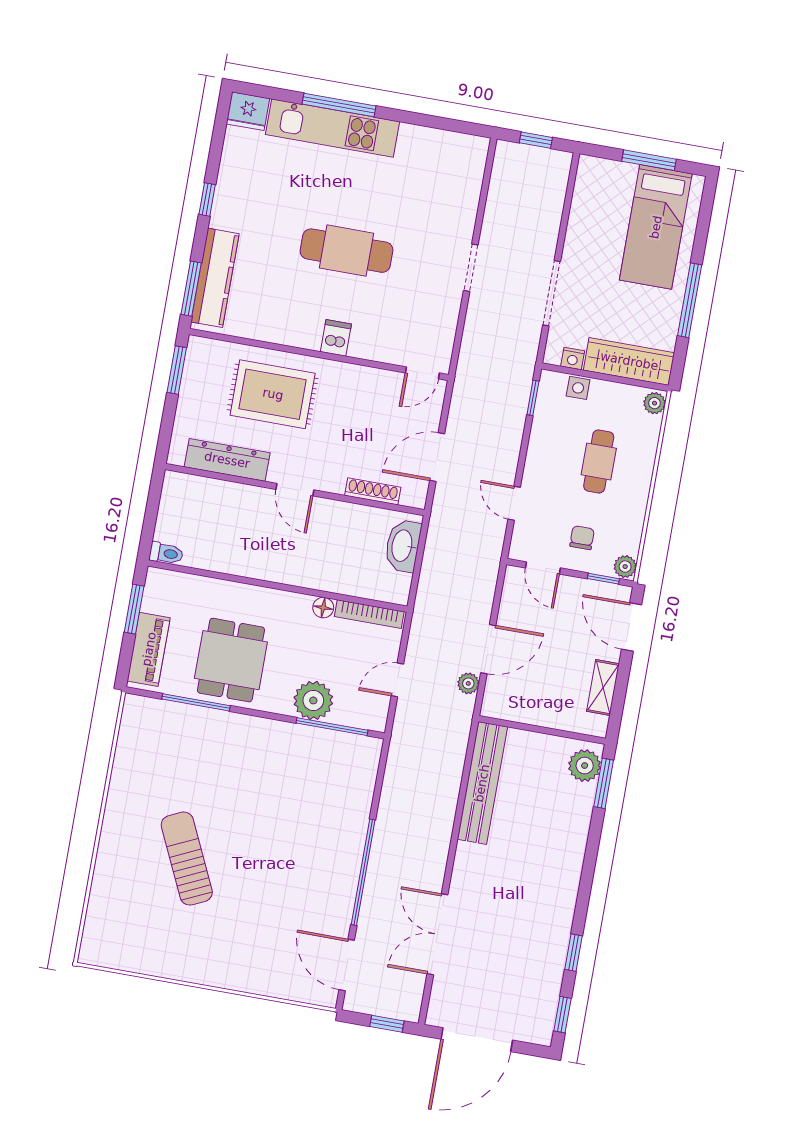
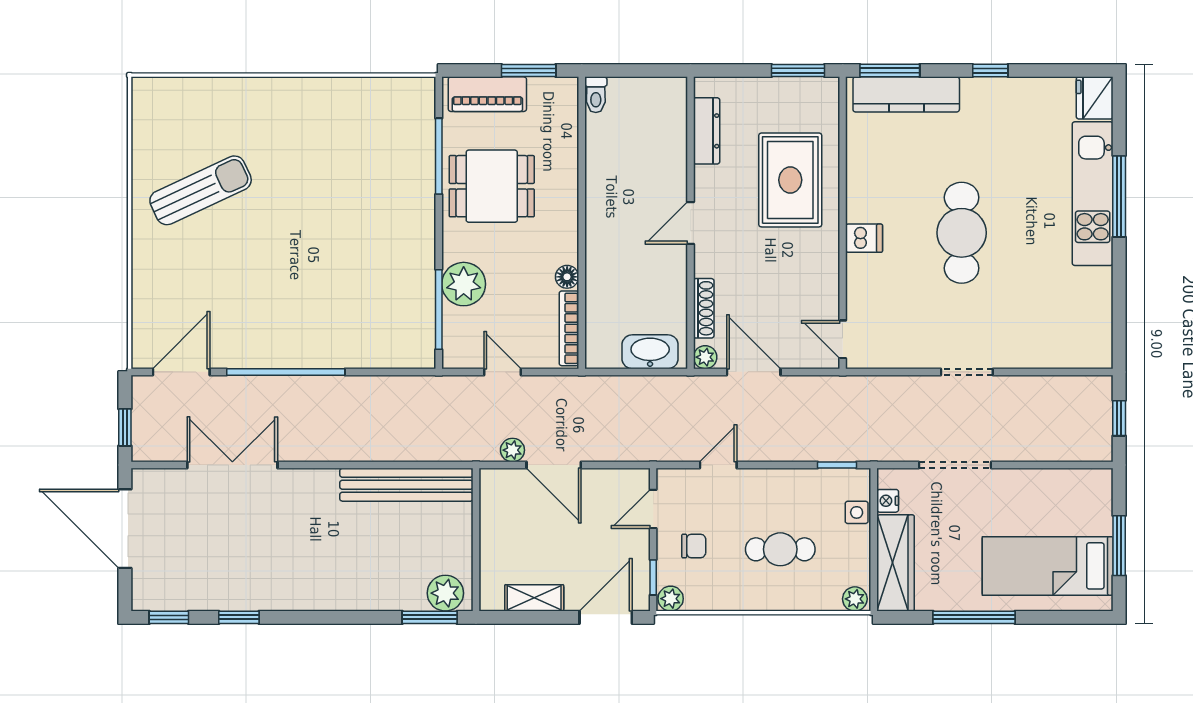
dresser: (227, 460) -> (707, 131), width x0.73, depth x0.80
plant: (416, 498) -> (705, 357), added
sun lounger: (187, 859) -> (201, 190), moved

